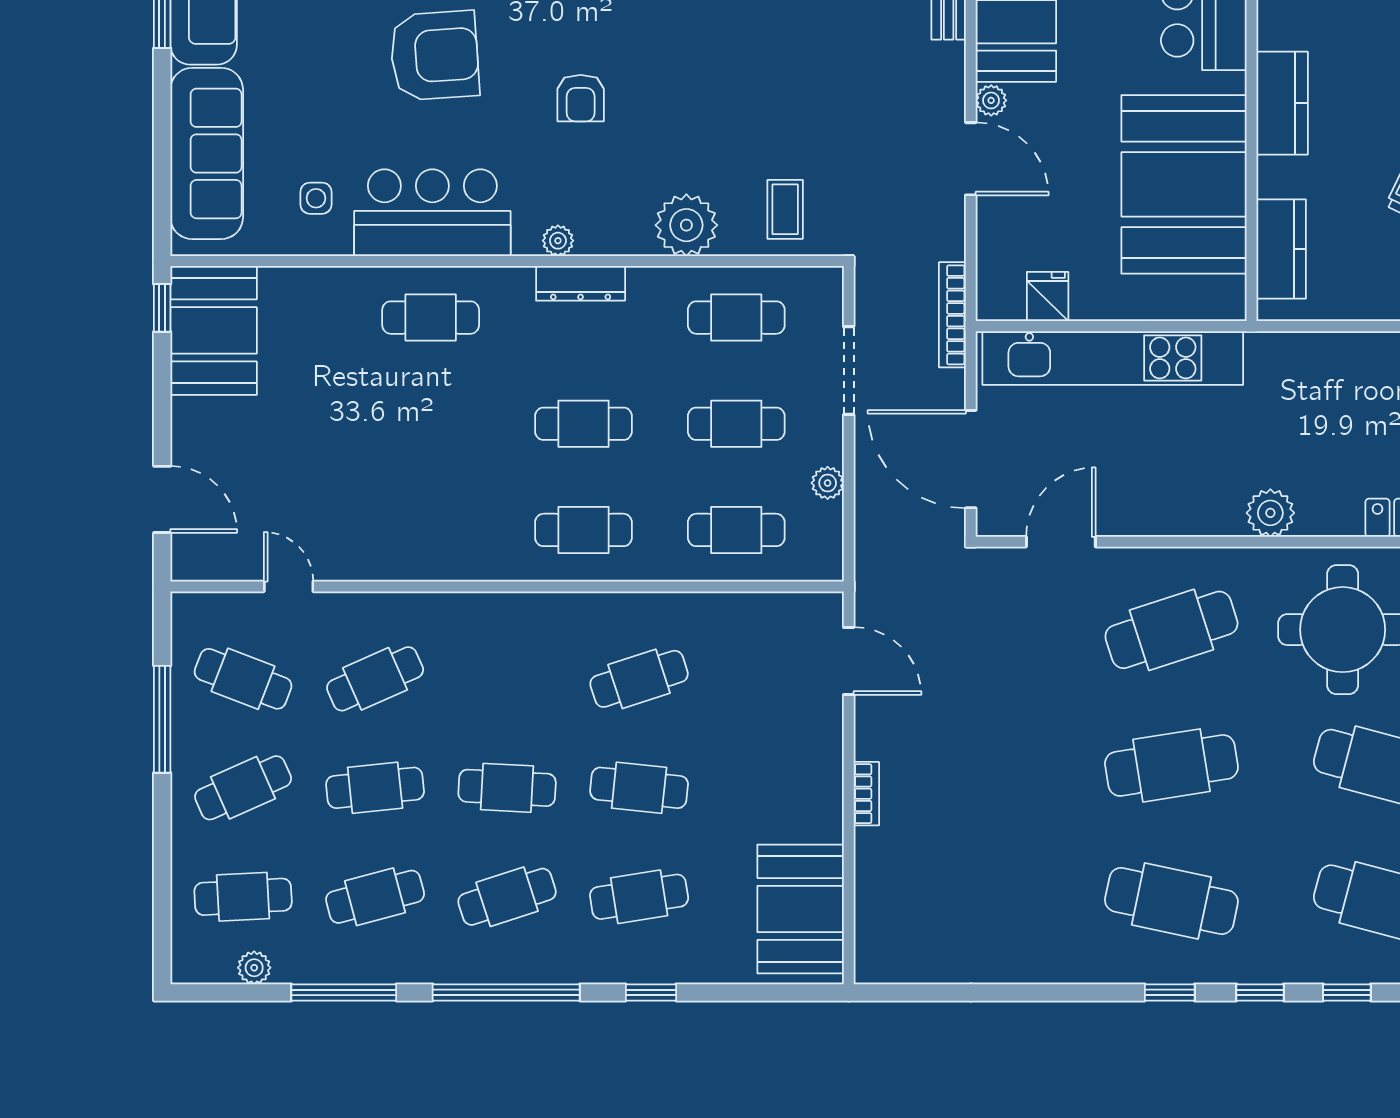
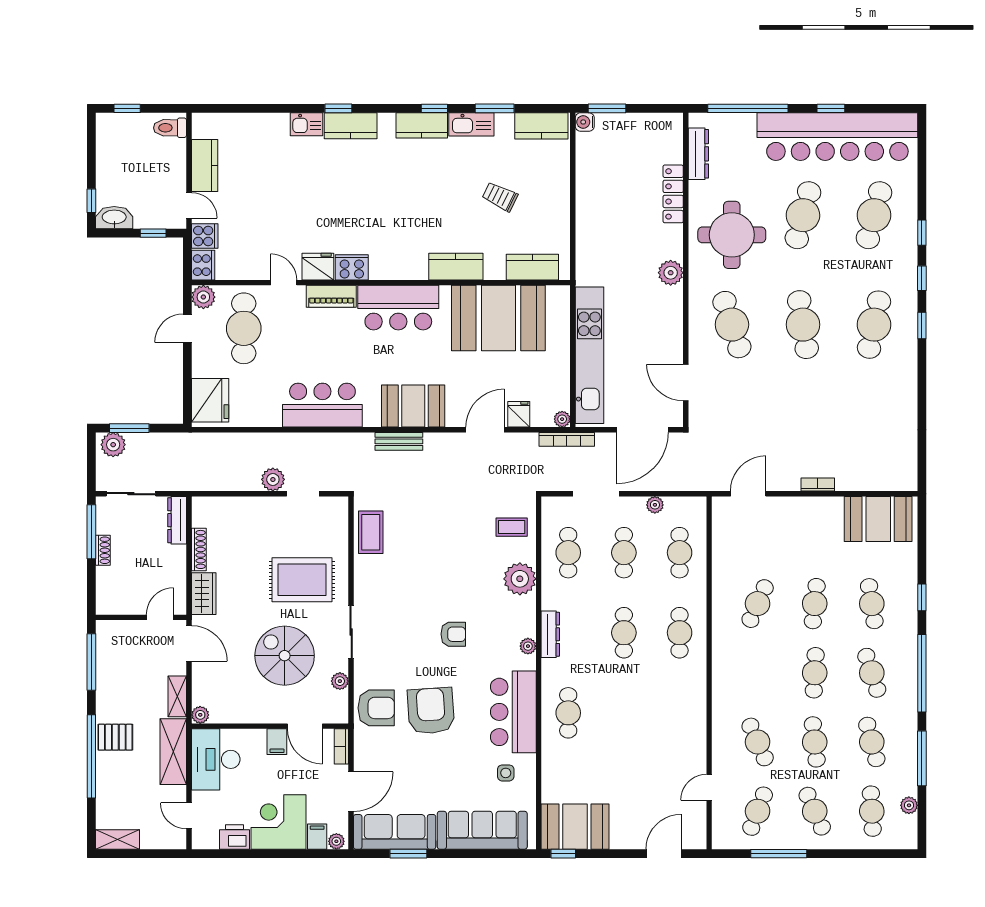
plant: (991, 100) -> (562, 419), moved
fridge: (1048, 297) -> (519, 414), moved, turned 90
cafe table: (639, 679) -> (758, 604), turned 42

